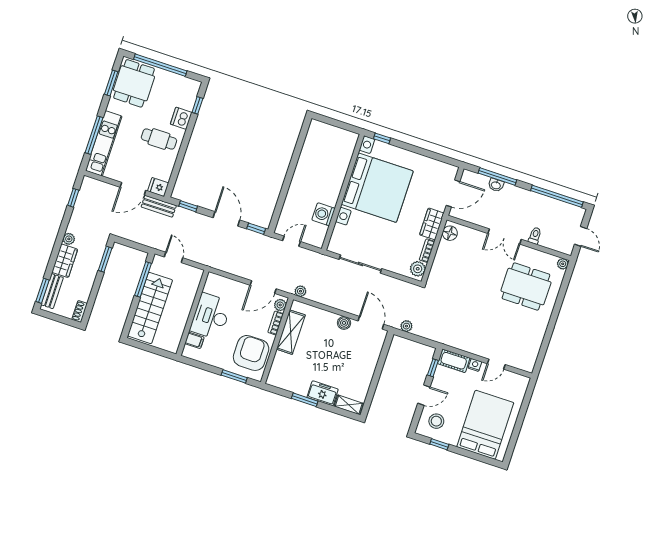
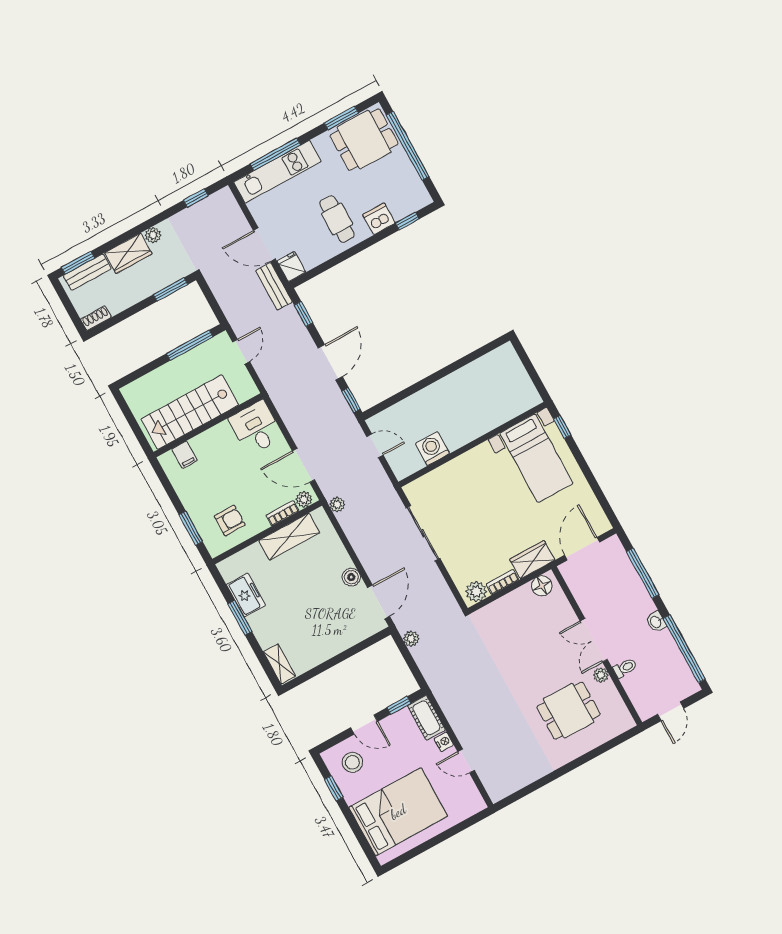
washbasin: (496, 185) -> (656, 622), moved
bed with nightstands: (377, 188) -> (536, 458), width x0.54
door: (453, 193) -> (582, 549), swing flipped
plant: (563, 264) -> (601, 675), moved
dining table: (526, 287) -> (569, 711), width x0.73
stairs: (150, 308) -> (190, 412), moved, turned 180
desk: (211, 316) -> (256, 428), moved, width x0.73
armchair: (251, 353) -> (230, 520), width x0.53, depth x0.53
freezer: (323, 393) -> (246, 595), moved

